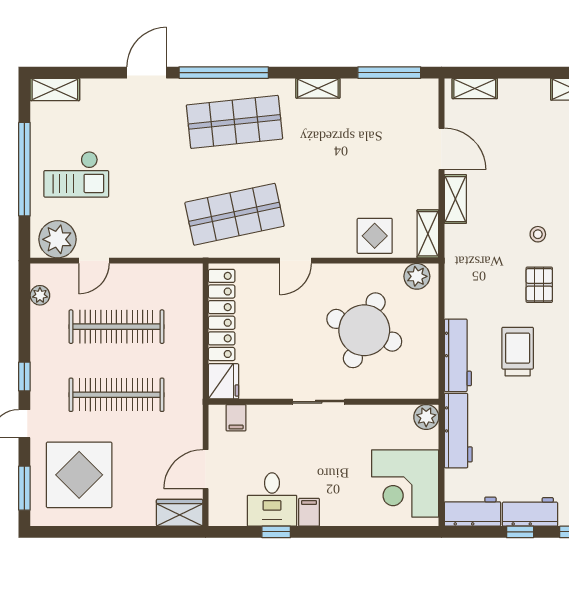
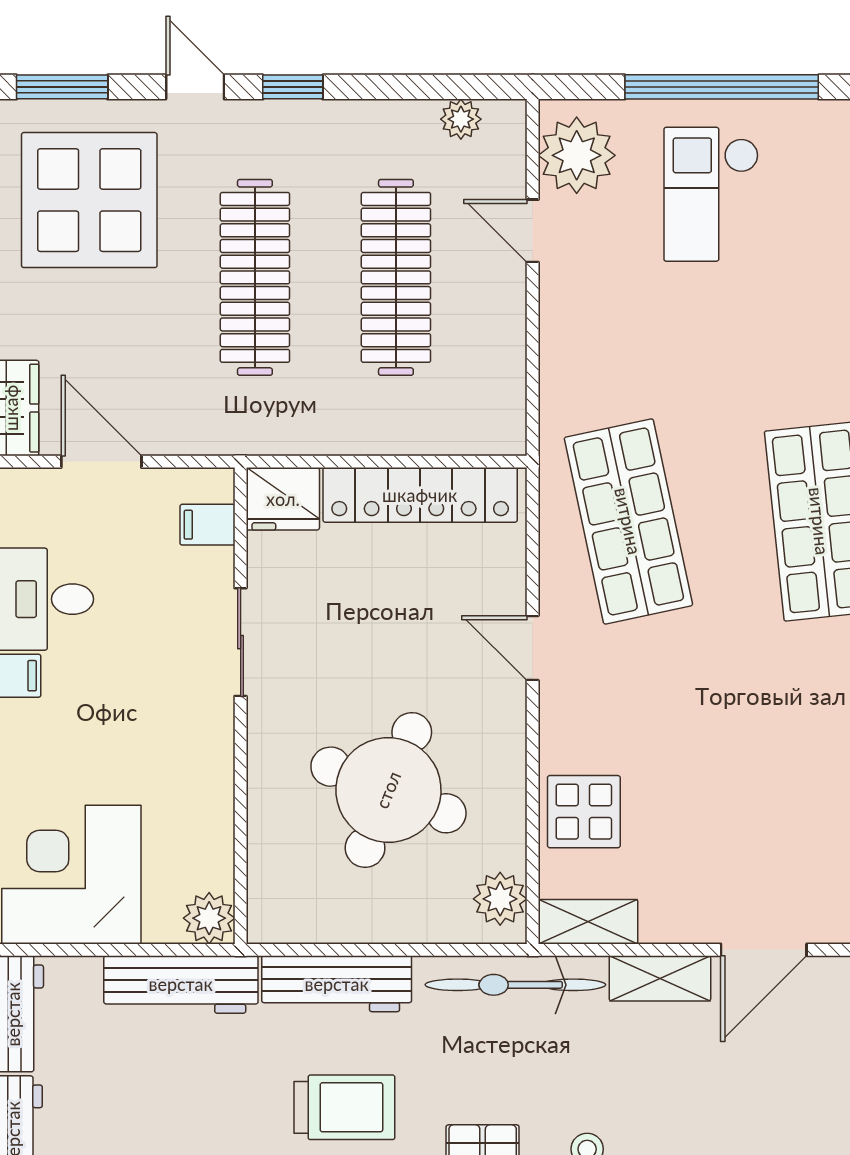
bicycle: (458, 269) -> (515, 985), added
sliding door: (319, 402) -> (241, 642), moved

